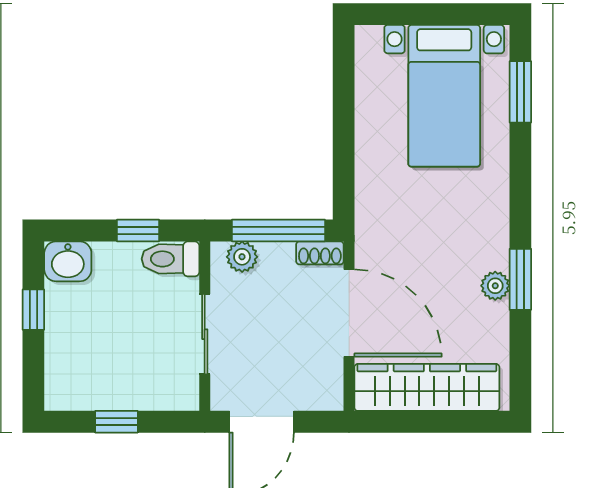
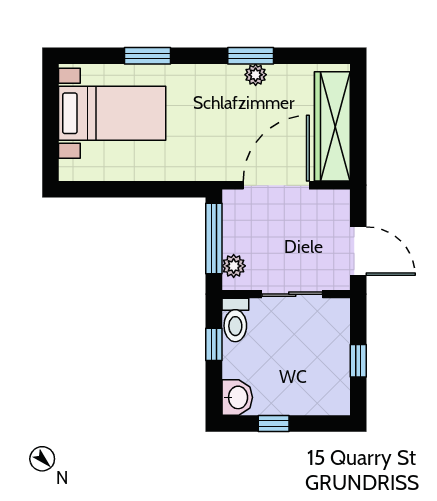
window: (520, 92) -> (148, 56), moved
shoe rack: (320, 253) -> (231, 207), removed

